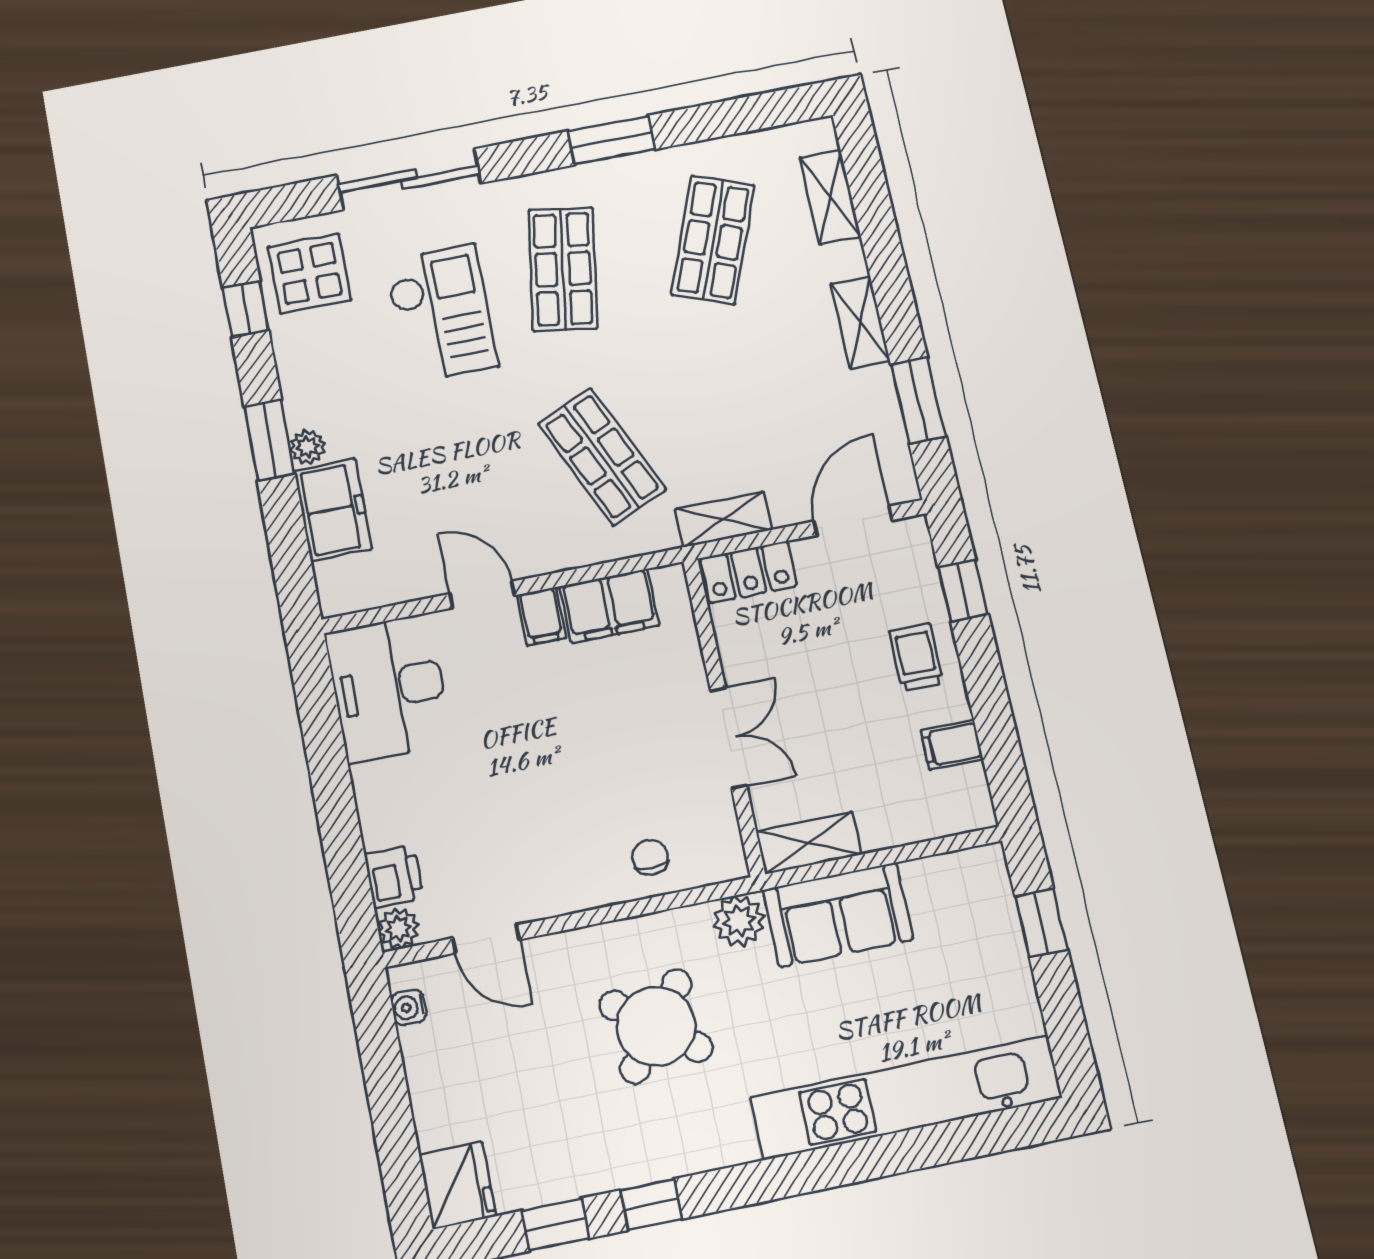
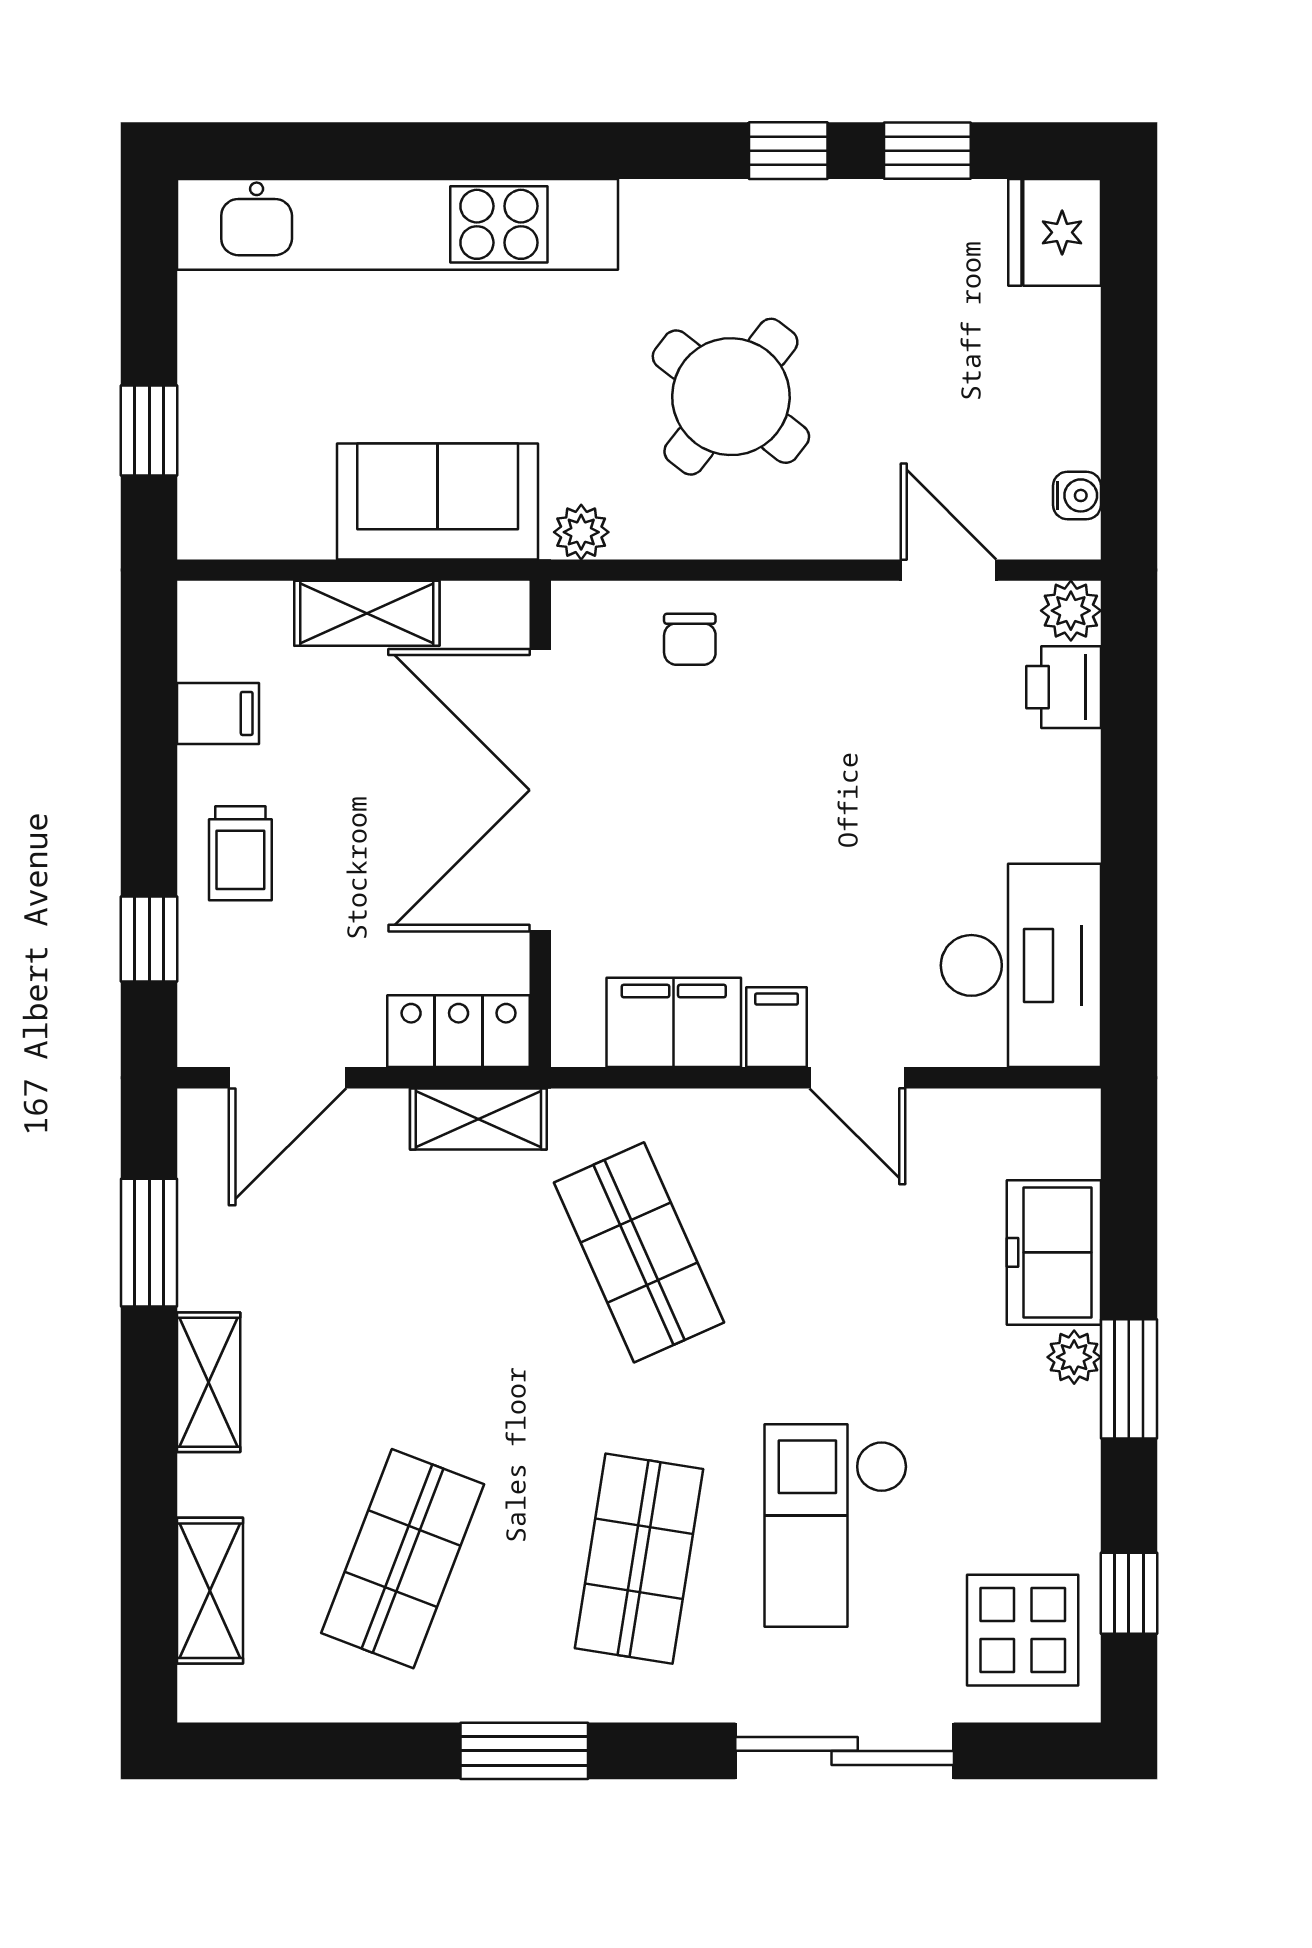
double door: (728, 738) -> (540, 790), width x1.87
shelving: (809, 843) -> (367, 613), moved
plant: (739, 921) -> (581, 532), width x0.73, depth x0.73

